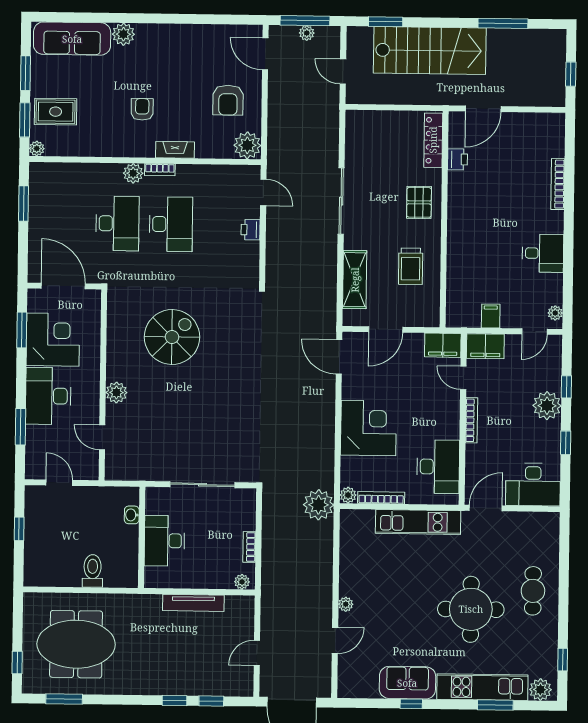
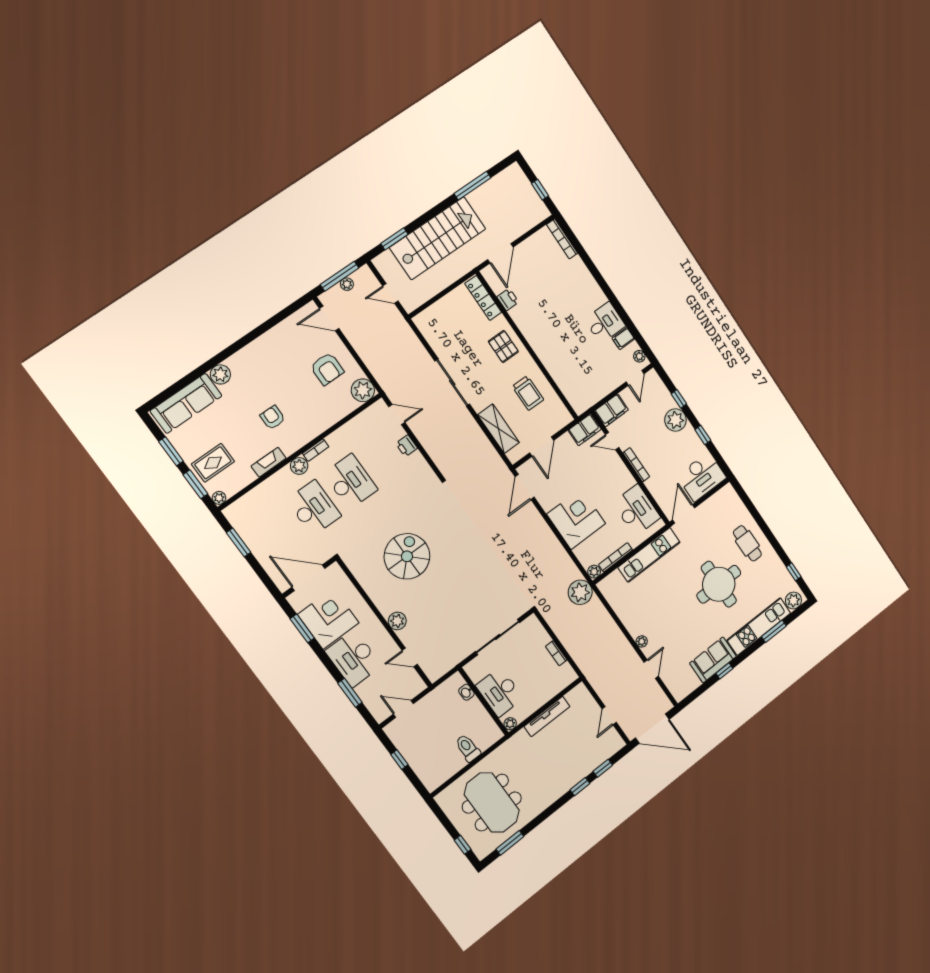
fireplace: (175, 150) -> (269, 462), moved
bookcase: (558, 184) -> (562, 239), moved
filing cabinet: (491, 316) -> (623, 339), moved, turned -90
door: (339, 357) -> (525, 487), hinge flipped
plant: (242, 582) -> (510, 724), moved
meeting table: (76, 644) -> (492, 803), turned 90

